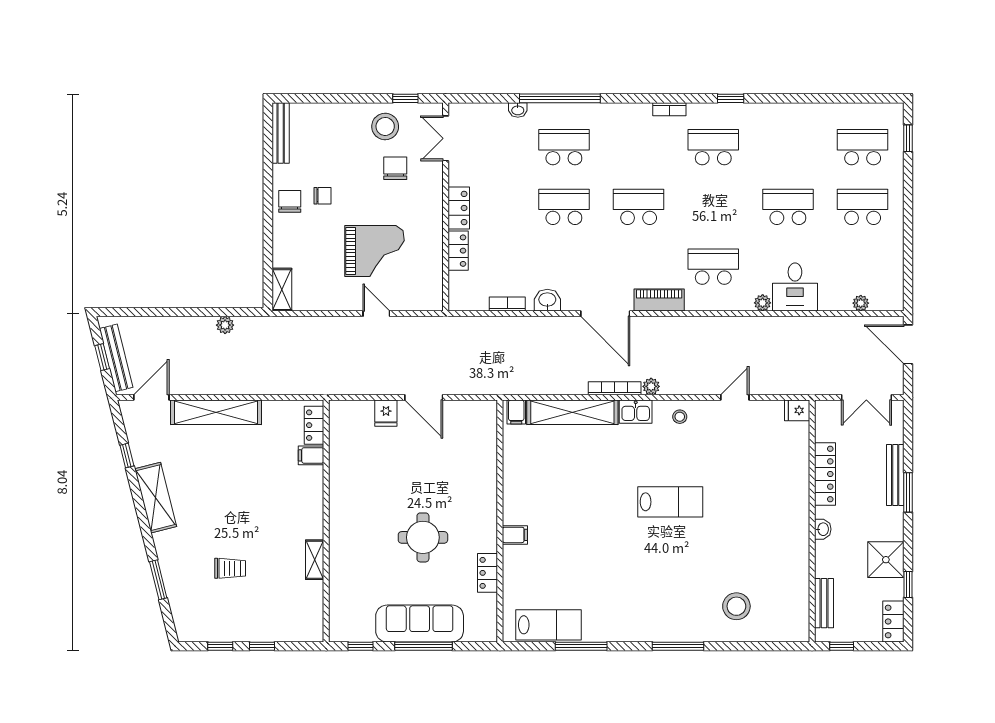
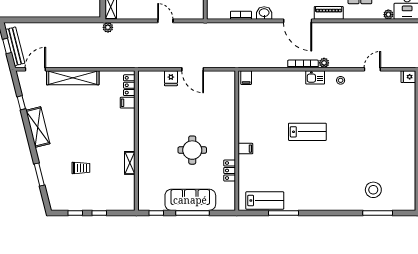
plant: (225, 325) -> (108, 27), moved
shelving: (572, 412) -> (279, 78), removed
lab bench: (670, 502) -> (307, 132), moved
window: (678, 646) -> (378, 213), moved

